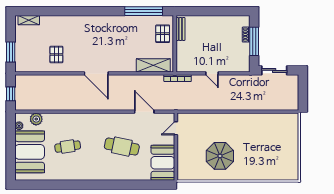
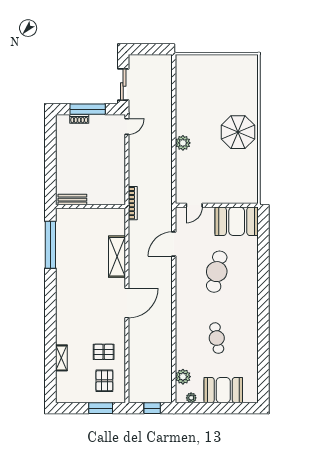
shelving: (29, 20) -> (61, 358), moved
pallet: (163, 34) -> (104, 381), moved, turned 90
shelving: (153, 65) -> (117, 257), moved
door: (212, 73) -> (127, 127), moved
plant: (227, 119) -> (183, 143), added
door: (176, 128) -> (194, 205), hinge flipped
booth: (30, 152) -> (223, 390), width x0.73, depth x0.70
parasol: (220, 156) -> (238, 132), moved

